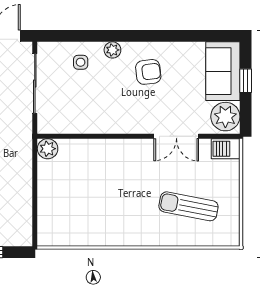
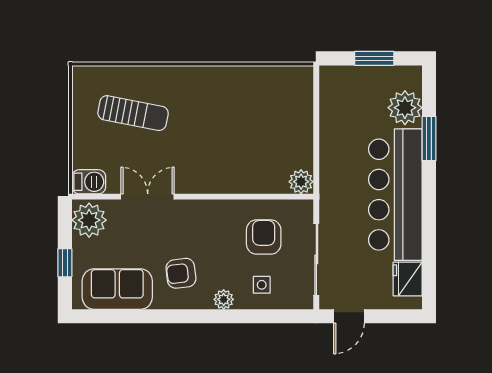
sofa: (223, 71) -> (117, 289), moved, turned -90
armchair: (79, 102) -> (264, 237), added

